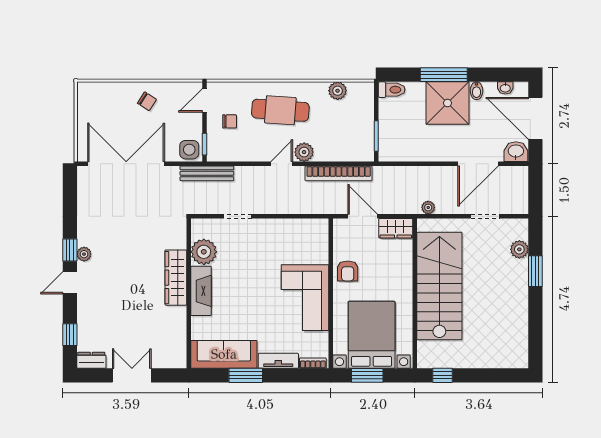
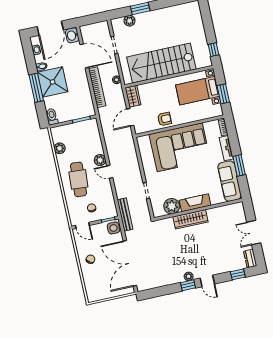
bookcase: (339, 173) -> (97, 87), moved
corner sofa: (305, 298) -> (180, 147), width x1.36, depth x1.36
bed with nightstands: (372, 335) -> (198, 91), width x0.73

